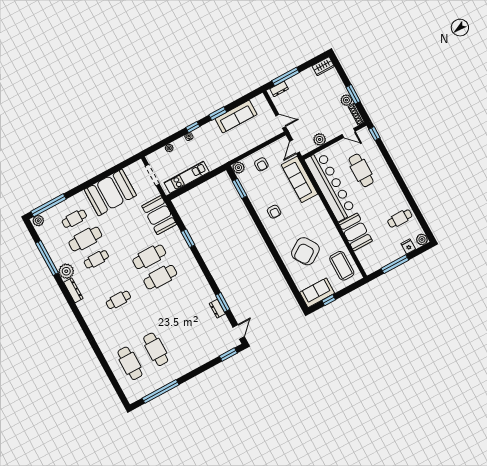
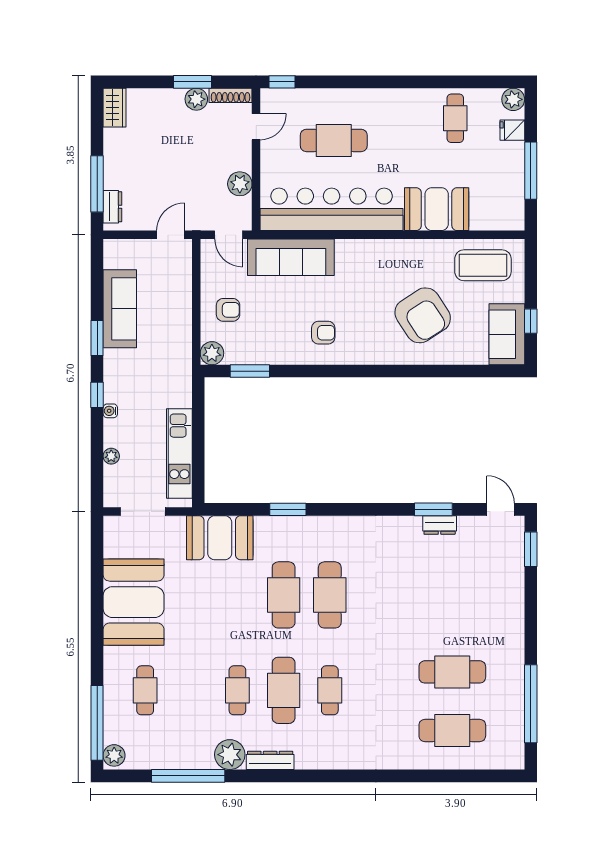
cafe table: (85, 239) -> (284, 690), moved

